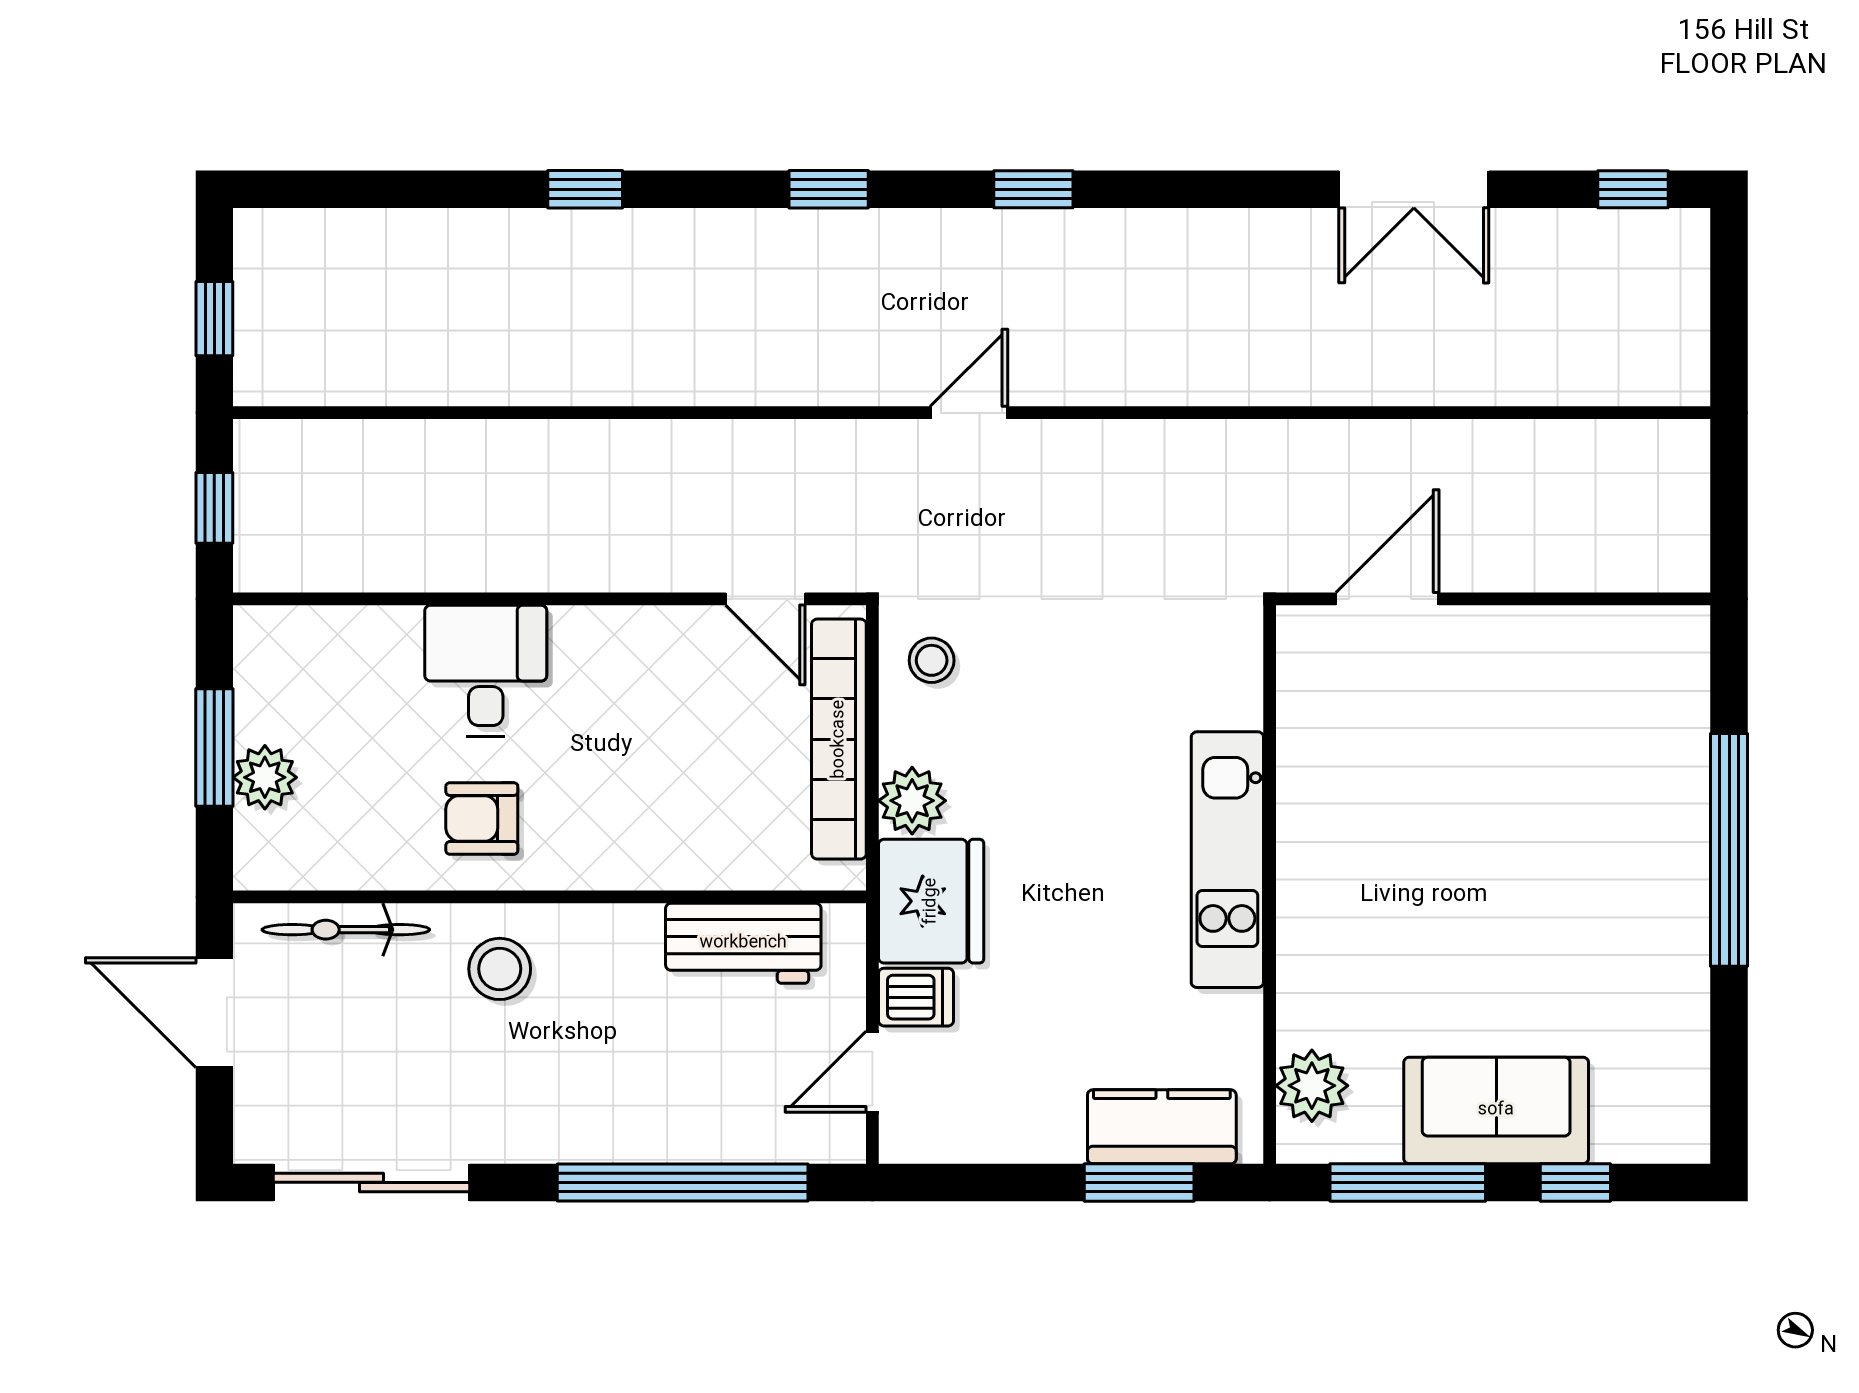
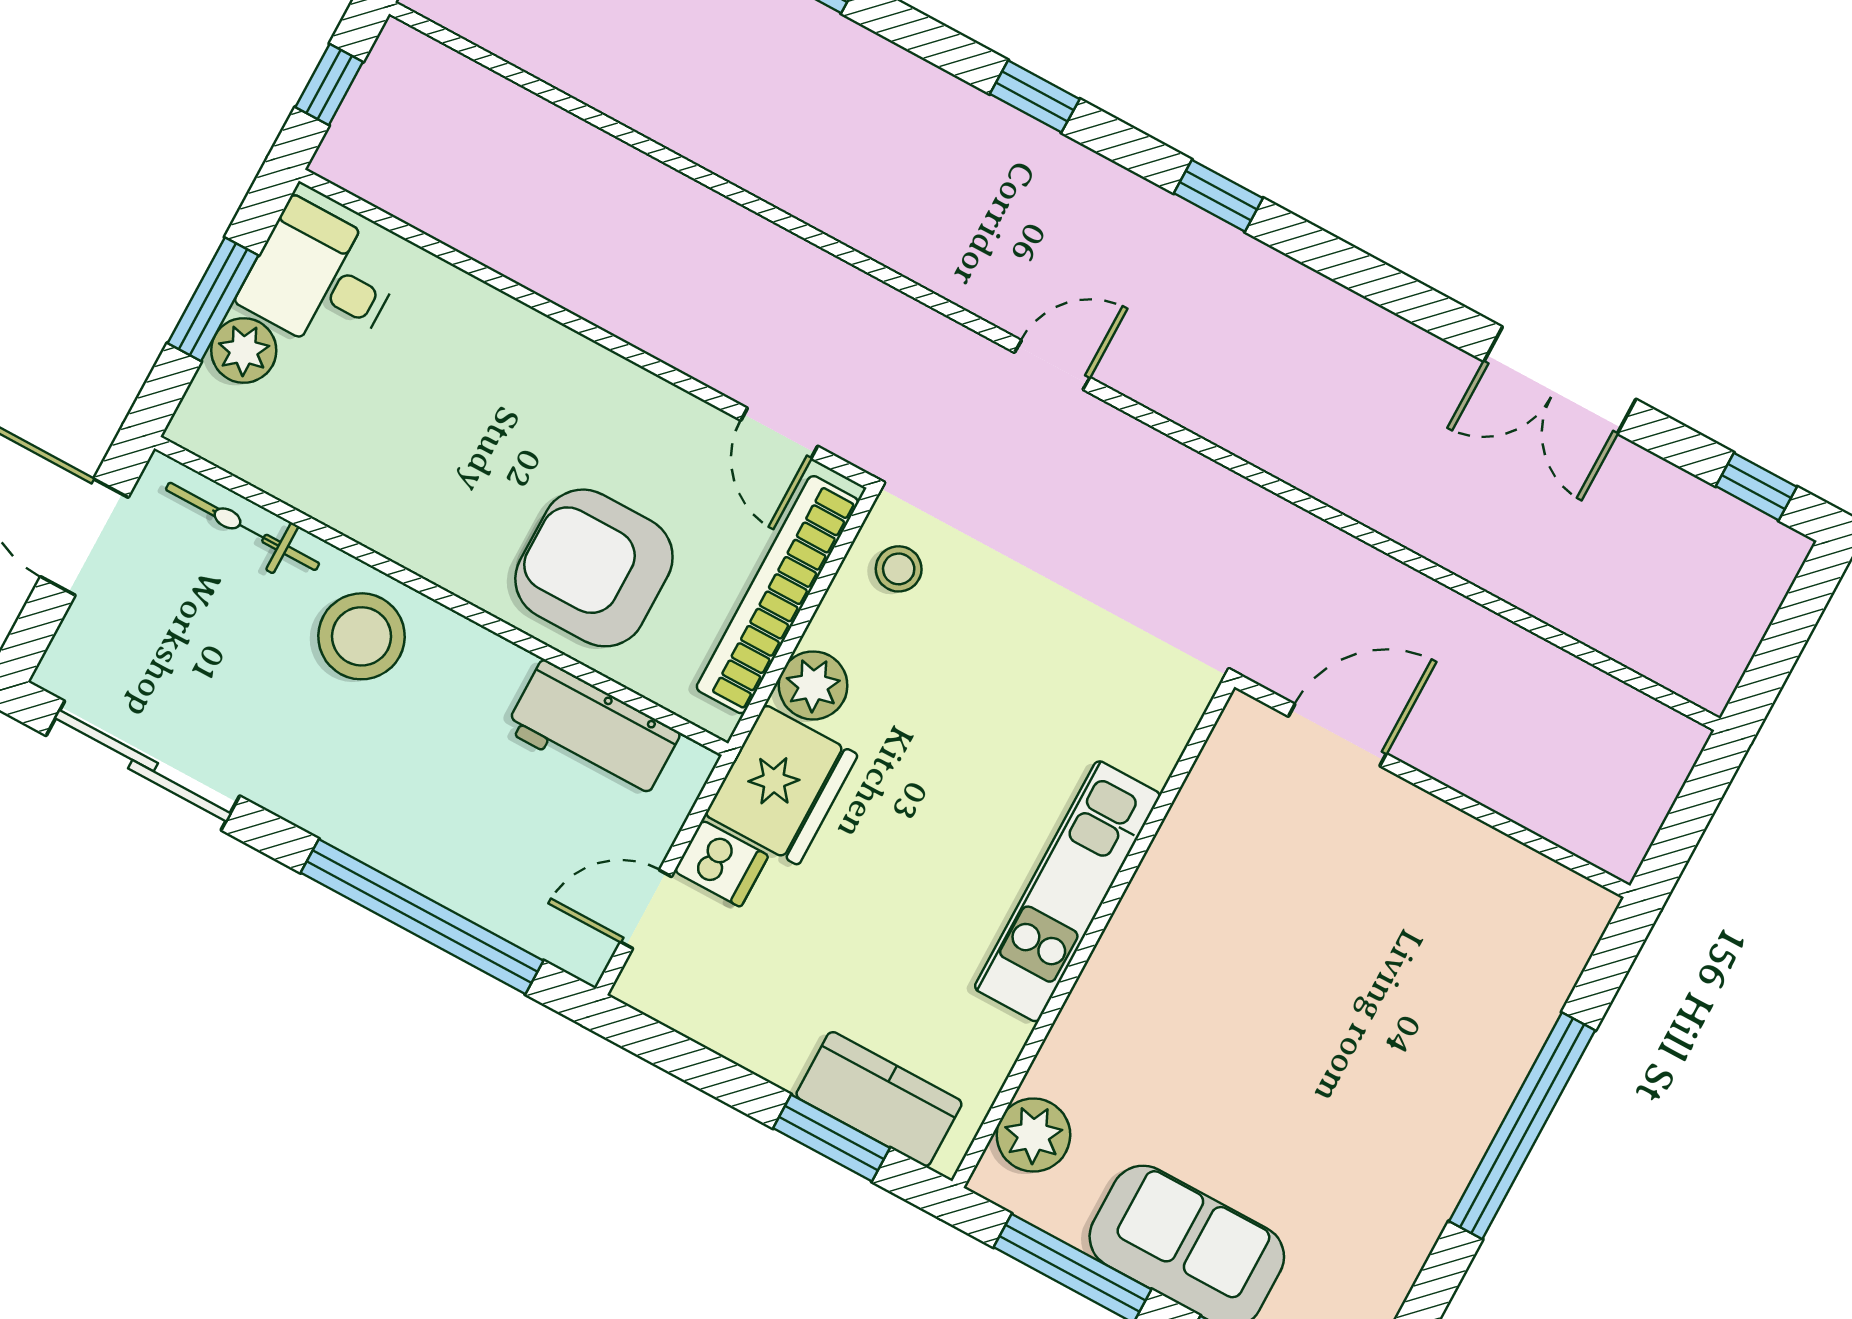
desk: (486, 671) -> (321, 279), moved, turned -90
armchair: (482, 818) -> (594, 568), moved, width x1.88, depth x1.88
stool: (500, 969) -> (361, 636), width x1.38, depth x1.38

